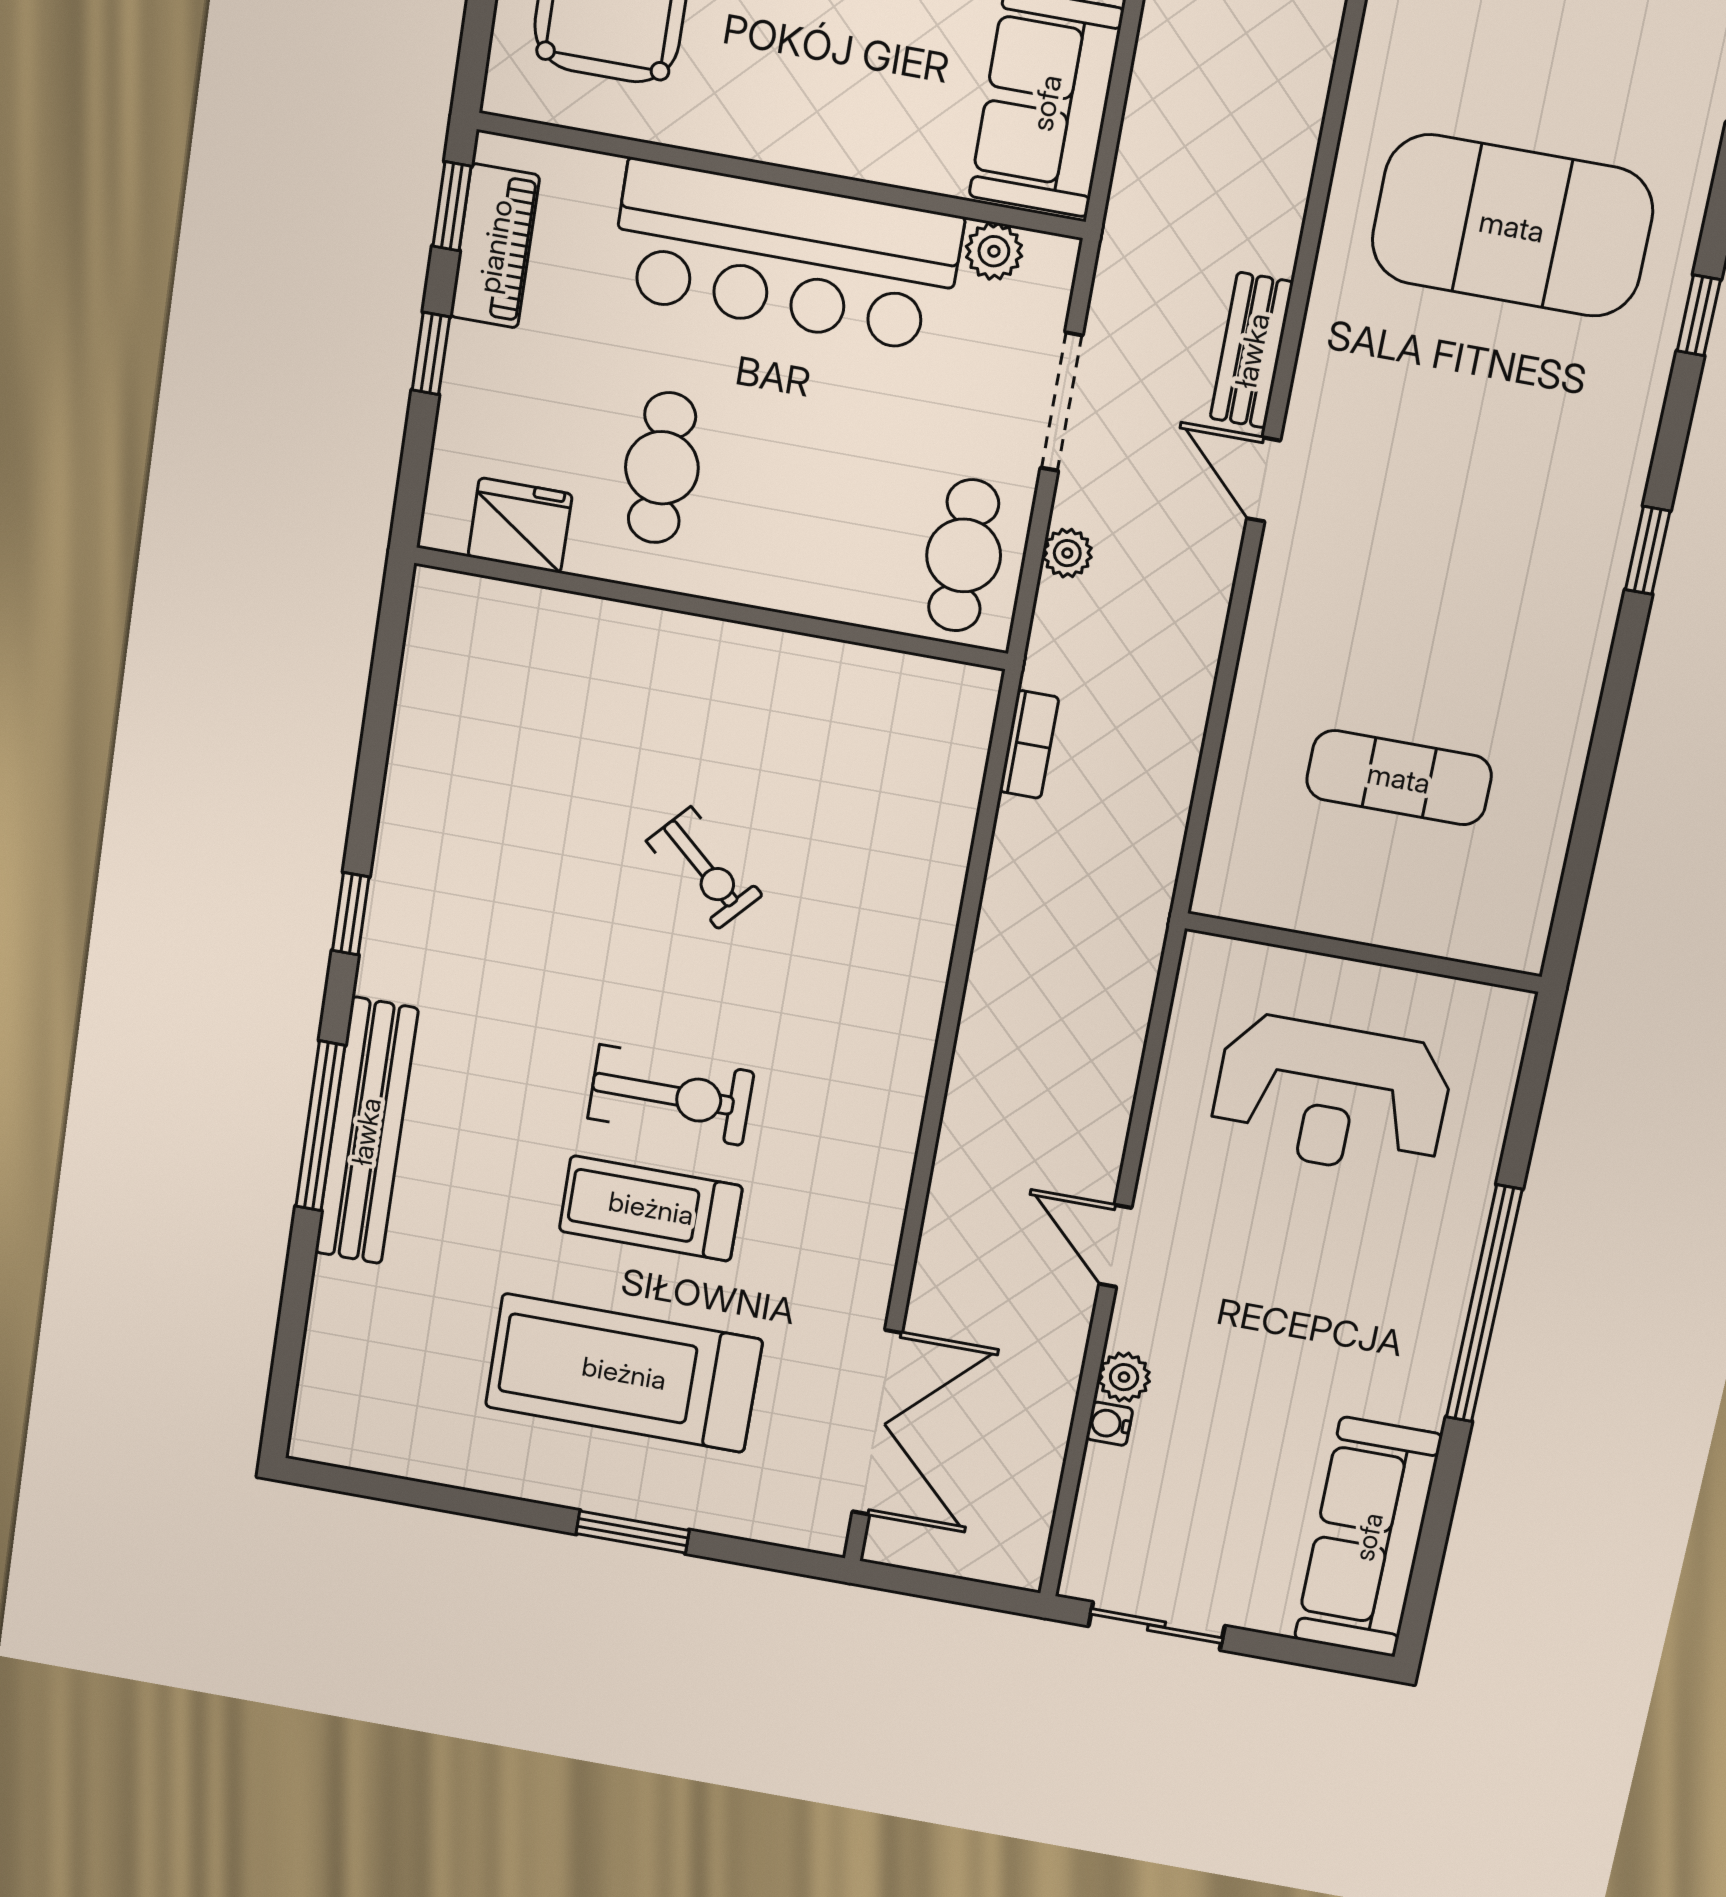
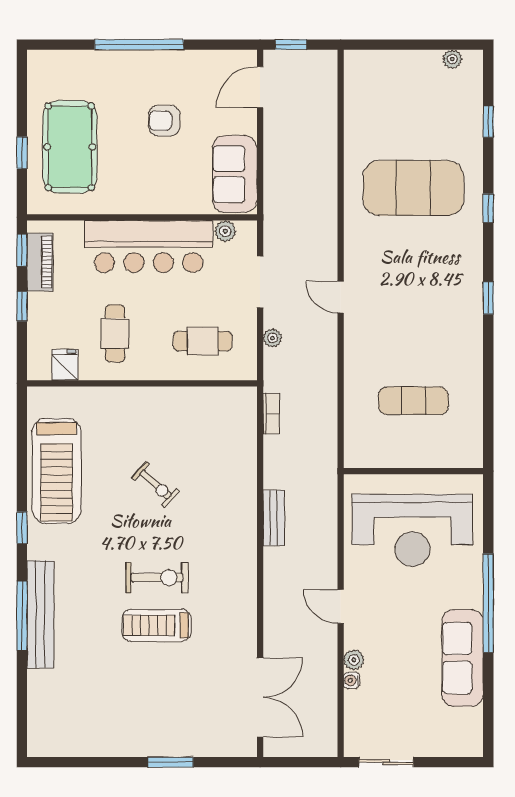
bench: (1252, 350) -> (274, 518), moved
fridge: (520, 525) -> (65, 365), width x0.72
cafe table: (964, 555) -> (203, 341), moved, turned 90
reception desk: (1331, 1096) -> (412, 530), width x1.36, depth x1.30
treadmill: (624, 1373) -> (57, 471), moved, turned -90
sofa: (1368, 1537) -> (463, 658), moved

